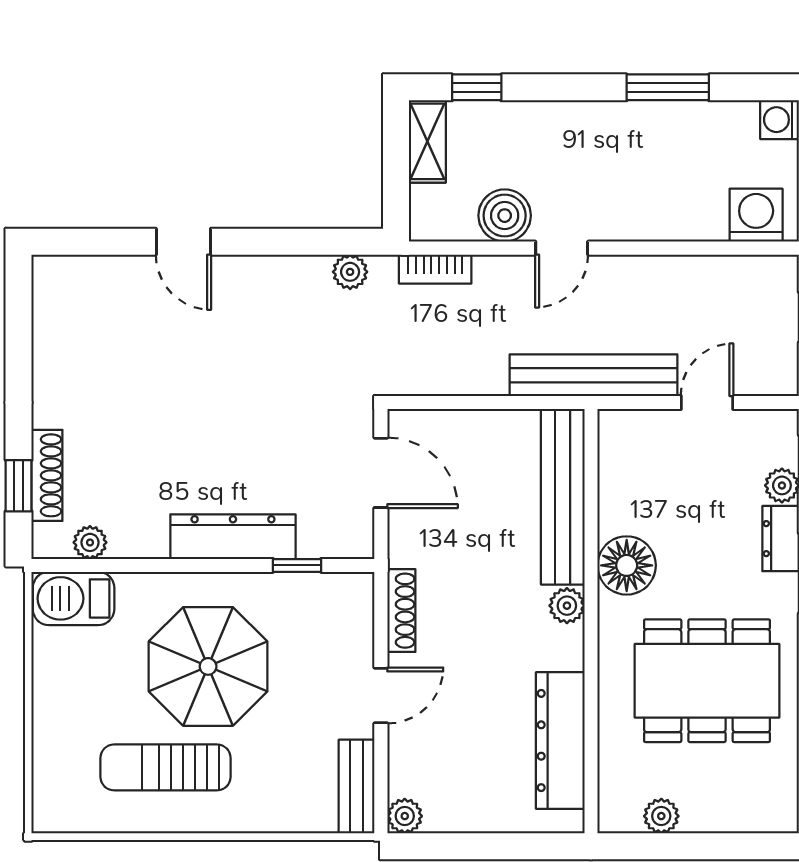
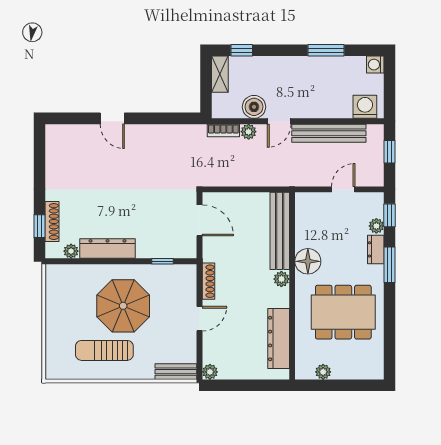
plant: (350, 272) -> (249, 132), moved
bench: (594, 375) -> (329, 133), moved
dresser: (233, 537) -> (107, 249), moved
barbecue: (74, 598) -> (64, 276), removed
bench: (357, 787) -> (176, 372), moved, turned 90

